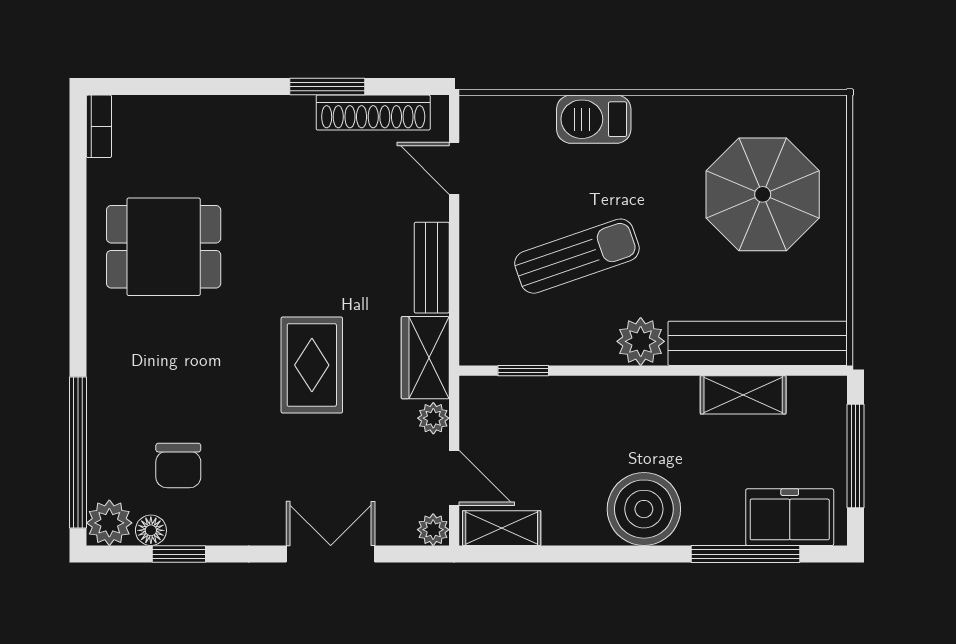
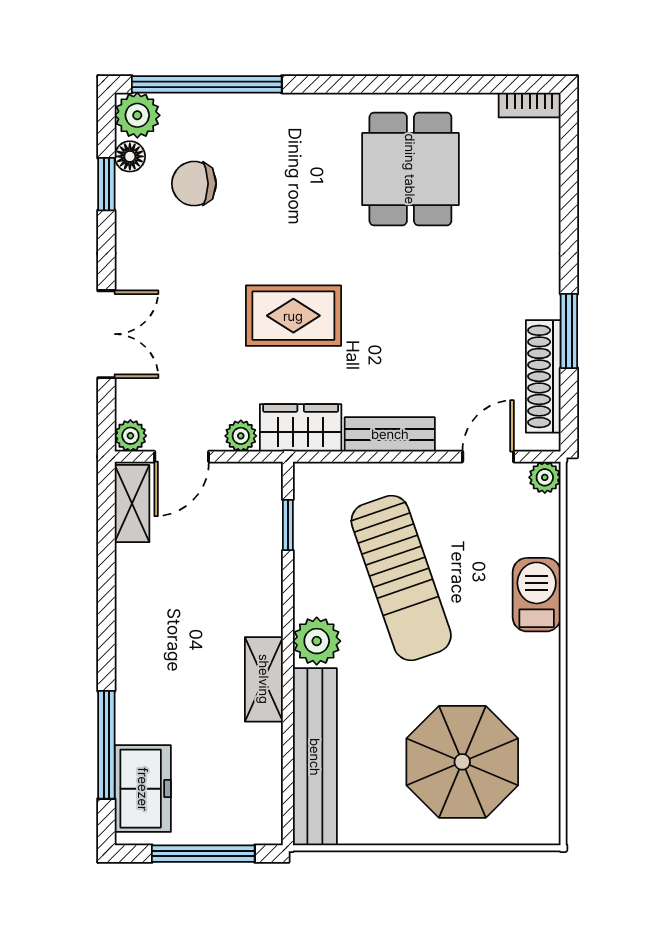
plant: (475, 111) -> (545, 477), added
sun lounger: (577, 256) -> (401, 578), width x1.36, depth x1.34
shelving: (743, 395) -> (264, 679), moved
boiler: (644, 509) -> (151, 644), removed

